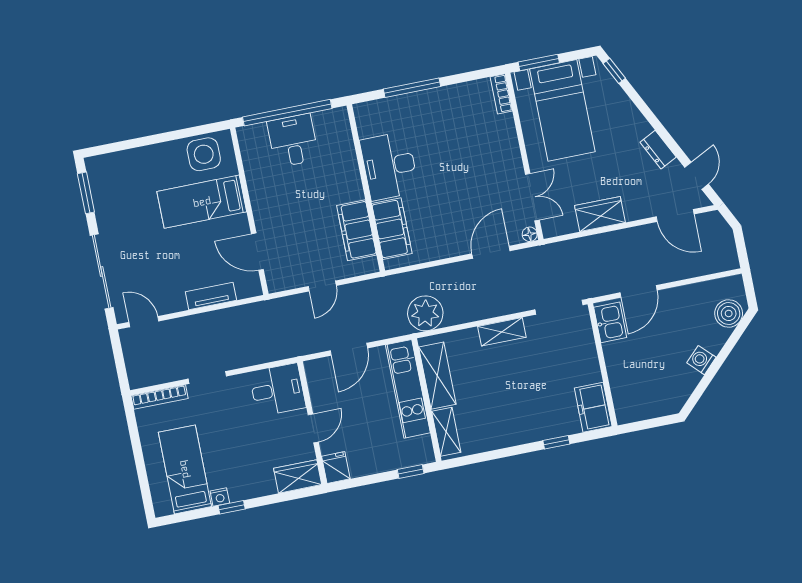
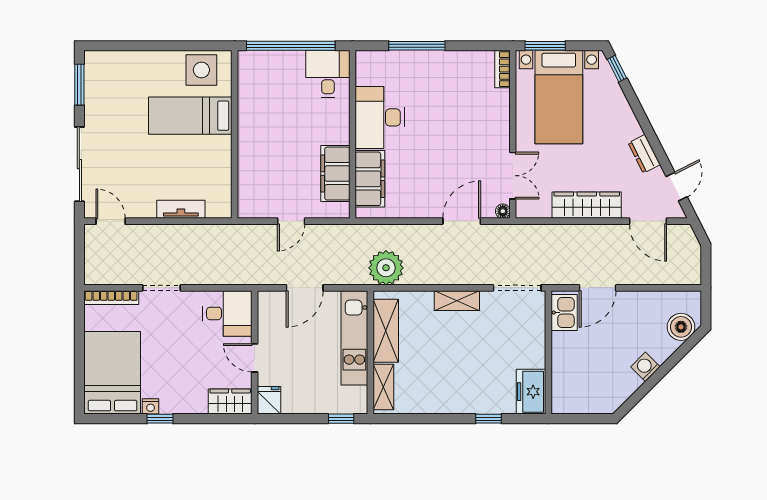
desk: (293, 140) -> (328, 74), moved
wardrobe: (600, 214) -> (587, 205), width x1.50
door: (257, 252) -> (235, 175), removed
door: (313, 428) -> (255, 358), swing flipped
bed: (185, 469) -> (113, 373), width x1.50

